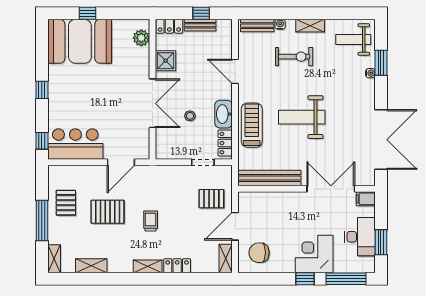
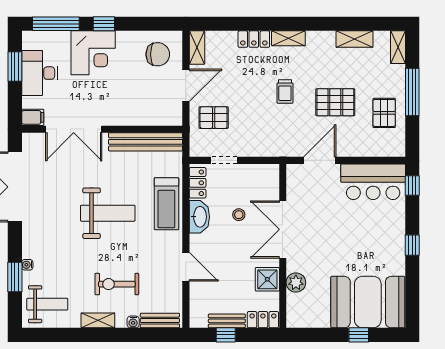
plant: (141, 38) -> (296, 283), moved

